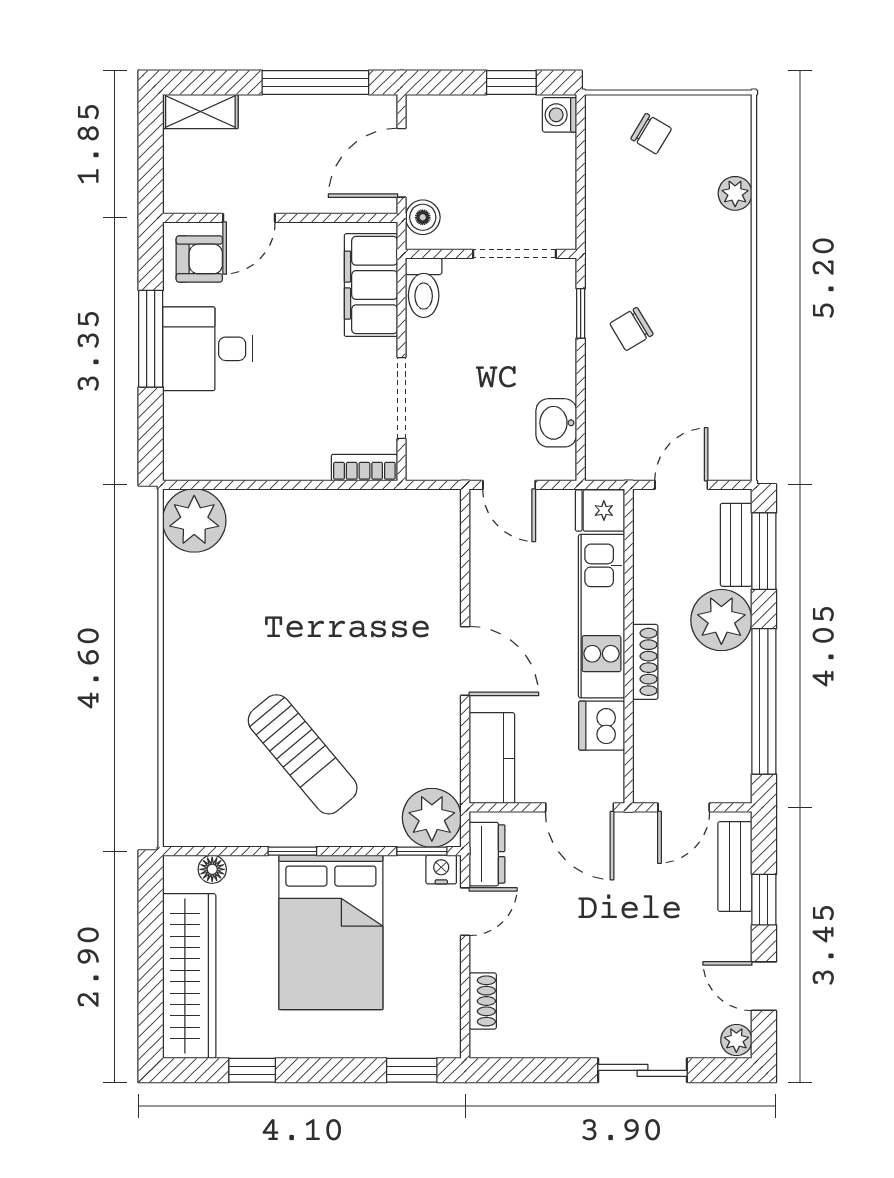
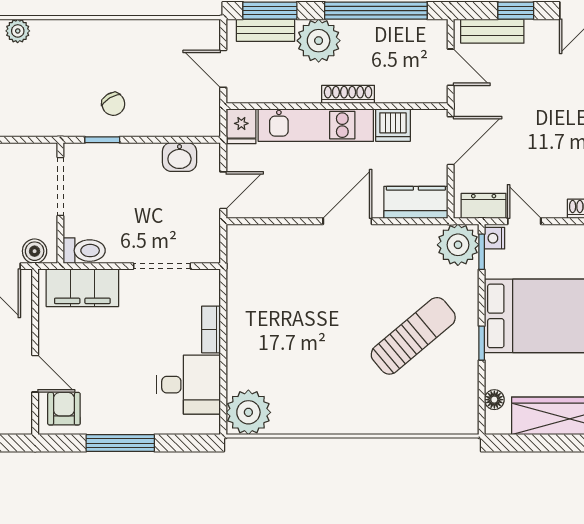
desk: (208, 349) -> (189, 385), moved, turned -90
bookcase: (364, 468) -> (211, 329), moved

